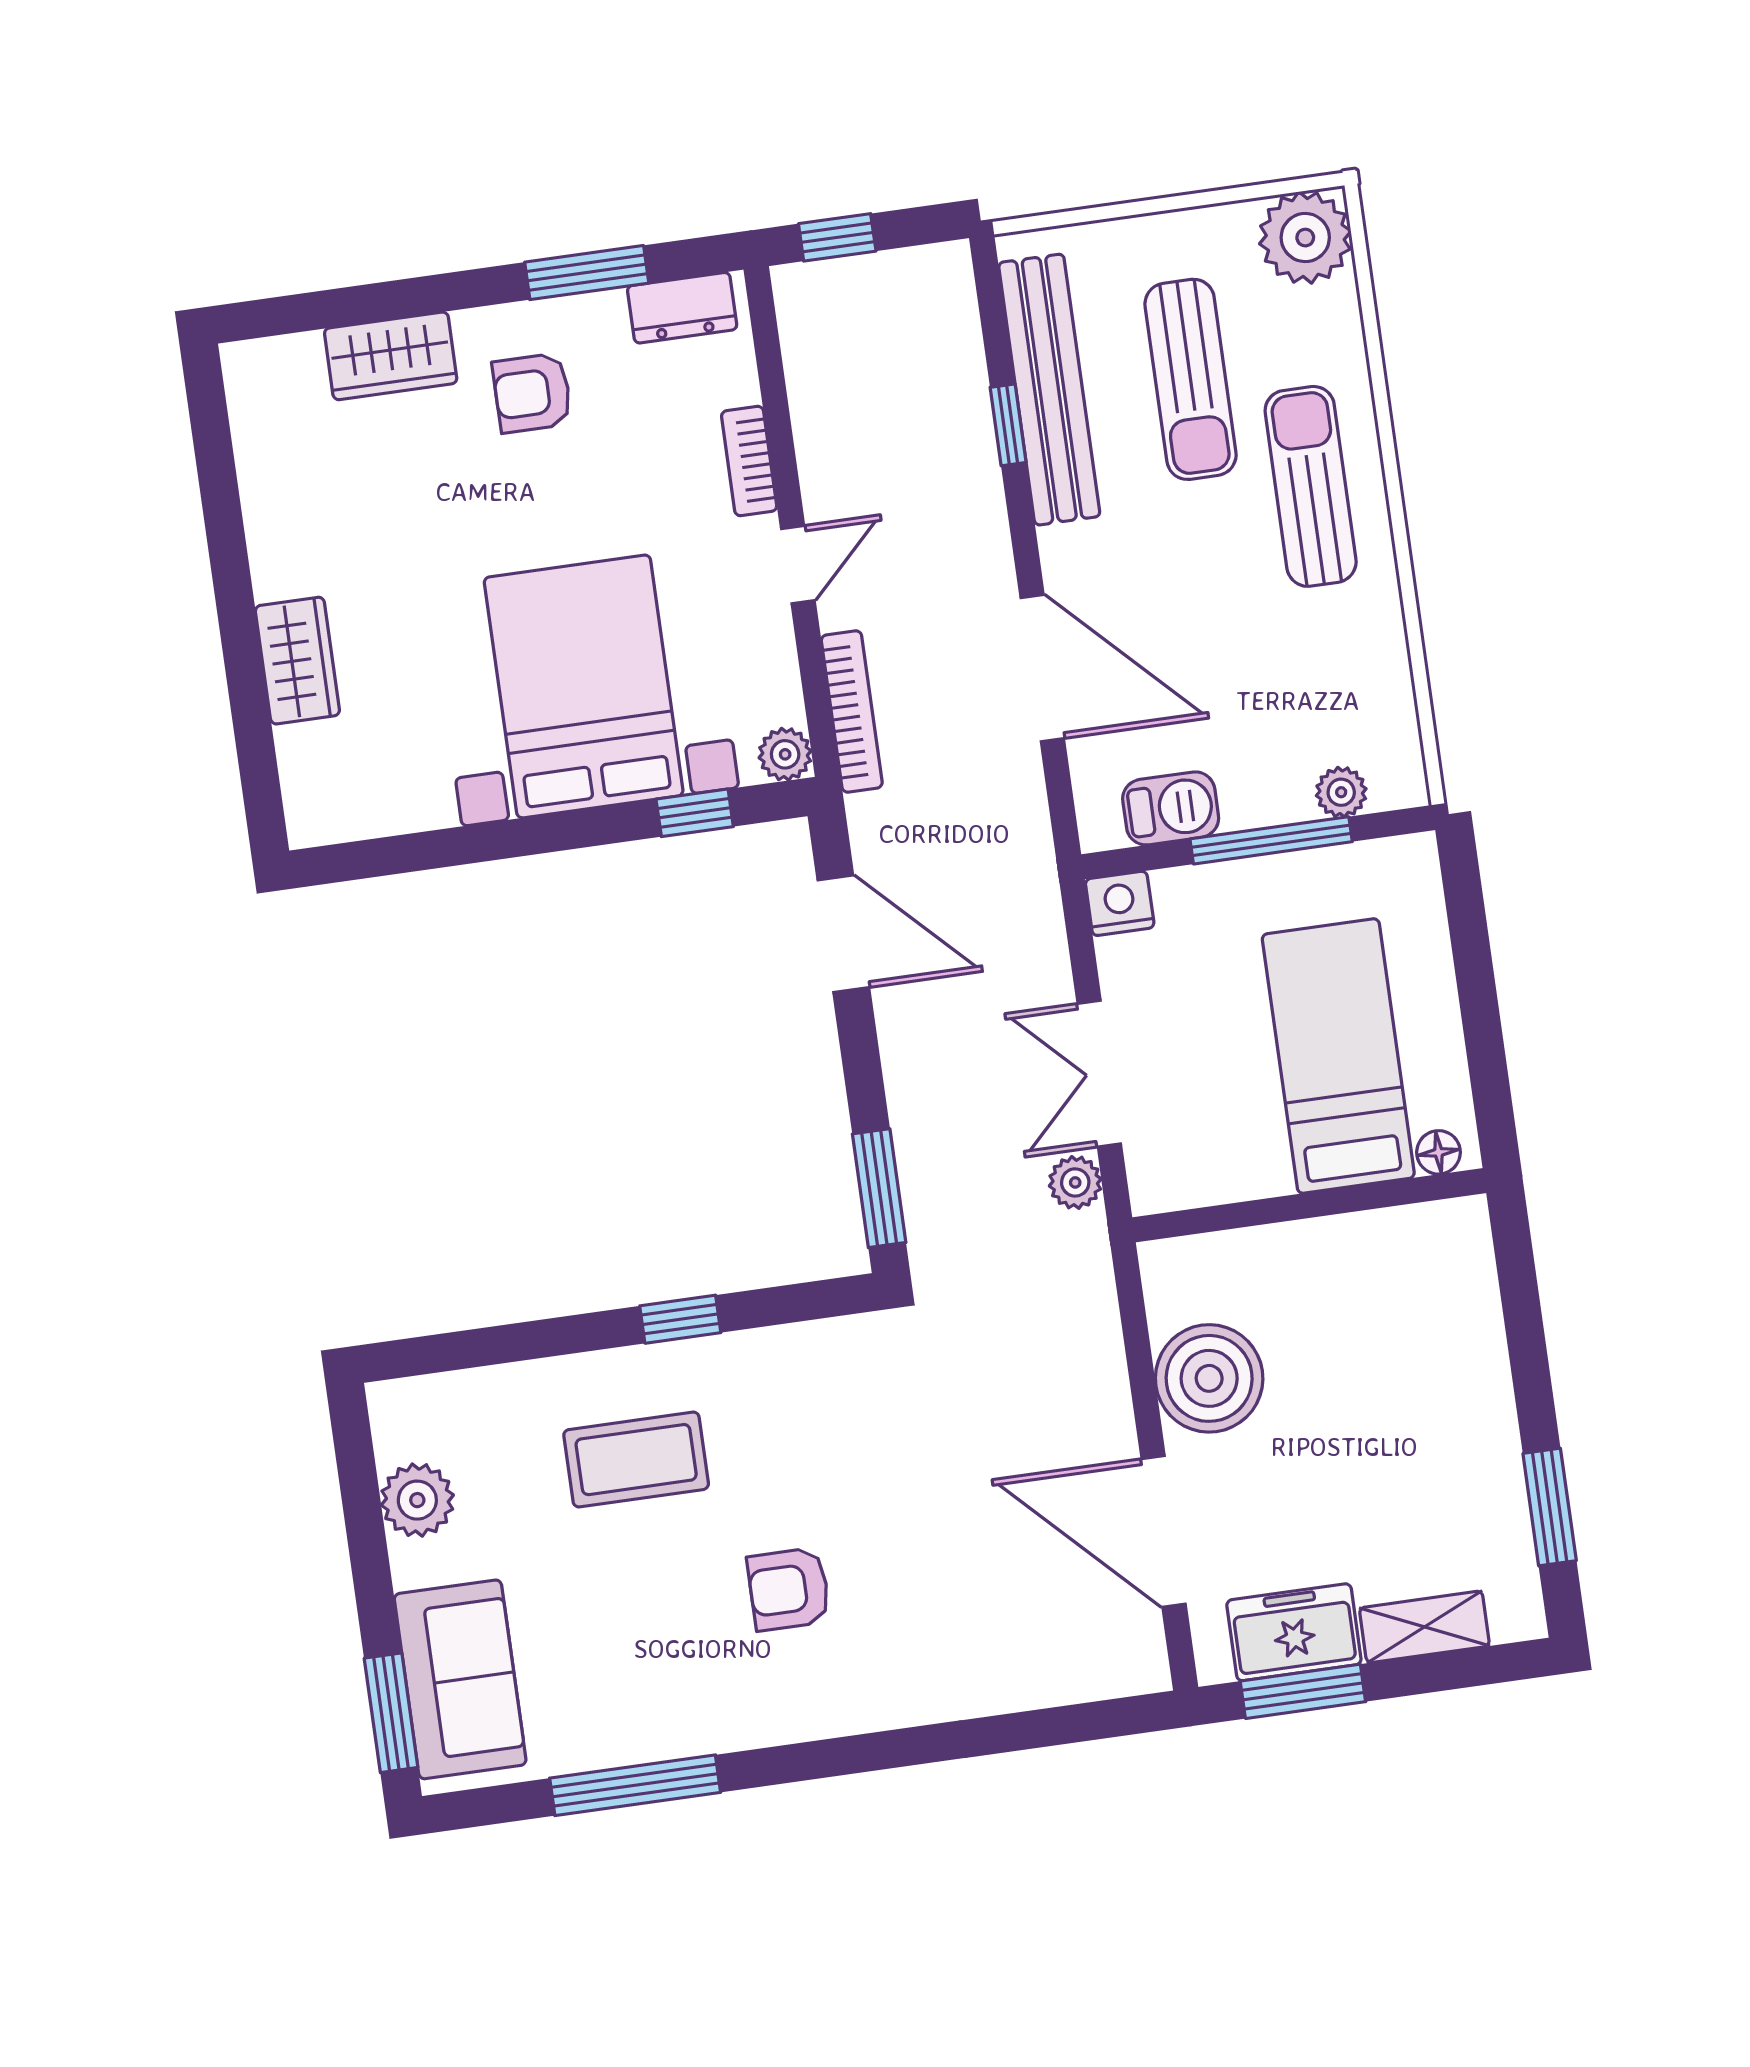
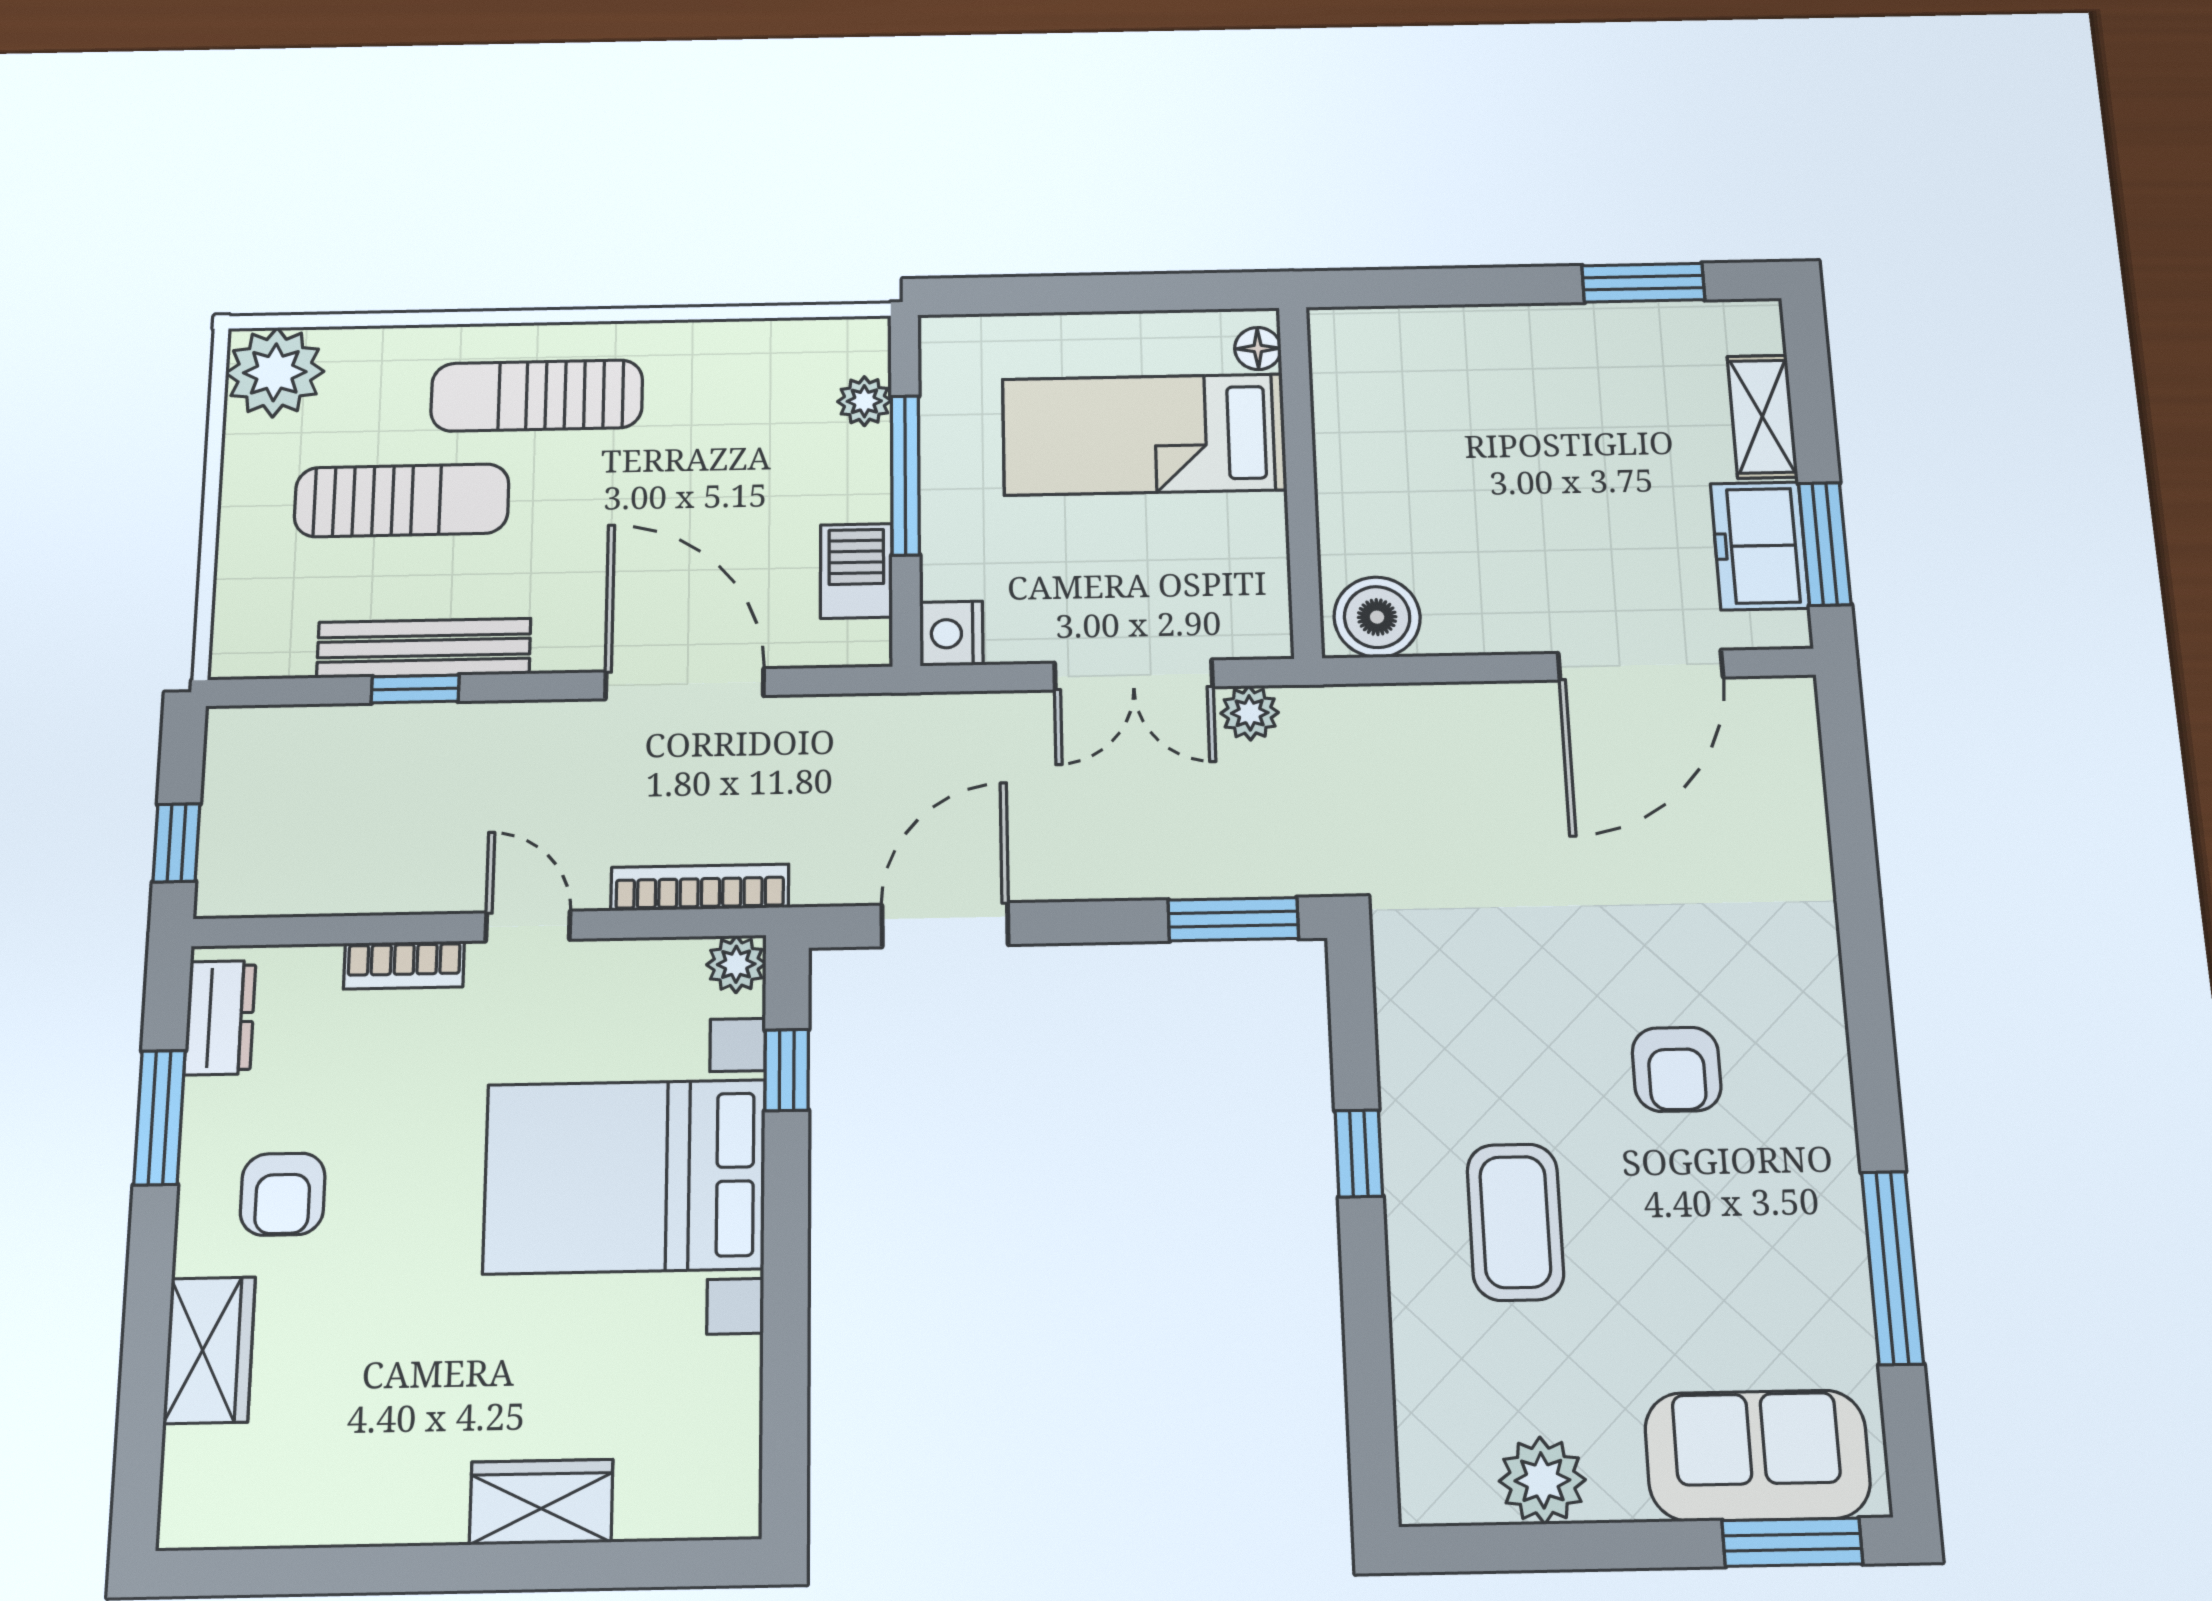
bench: (1049, 390) -> (424, 648), width x0.73, depth x0.82
door: (1042, 668) -> (685, 684), hinge flipped
boiler: (1209, 1378) -> (1377, 617), moved, width x0.73, depth x0.73

